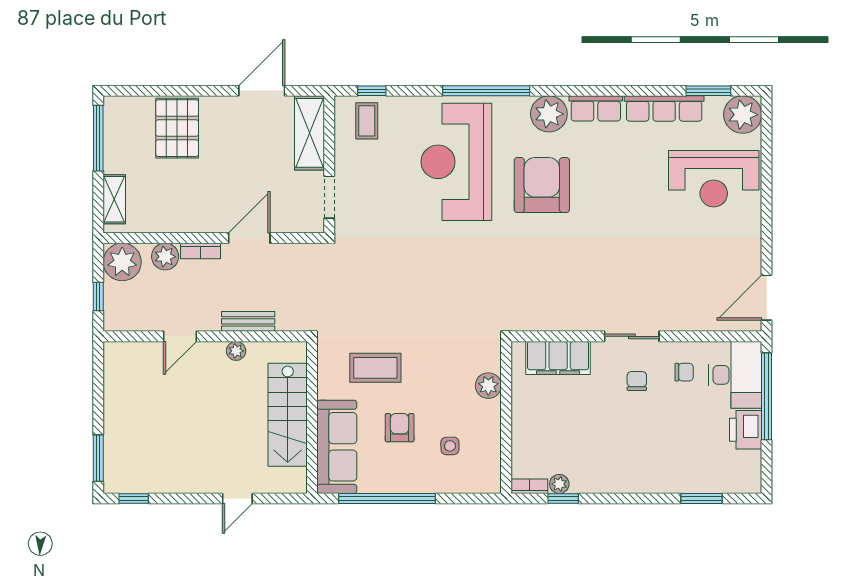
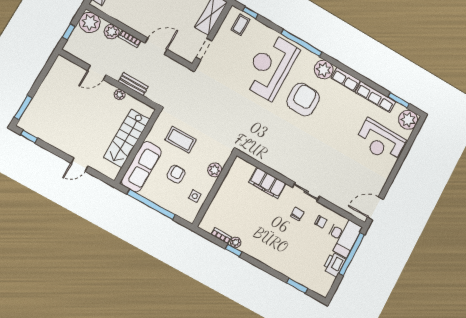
plant: (488, 386) -> (215, 170), moved
wall: (506, 417) -> (215, 190), moved

